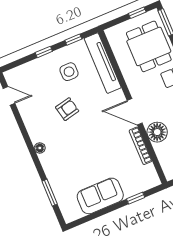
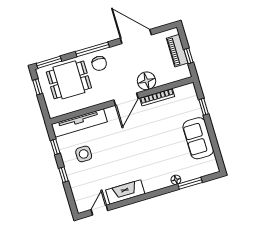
armchair: (67, 109) -> (117, 159), removed
fireplace: (32, 122) -> (125, 192), added
floor lamp: (40, 148) -> (176, 180), moved

